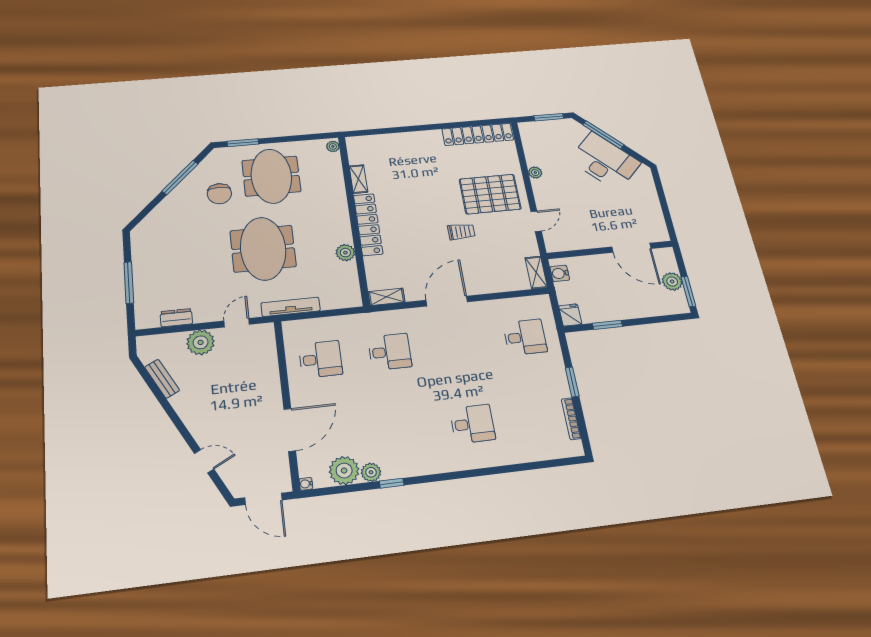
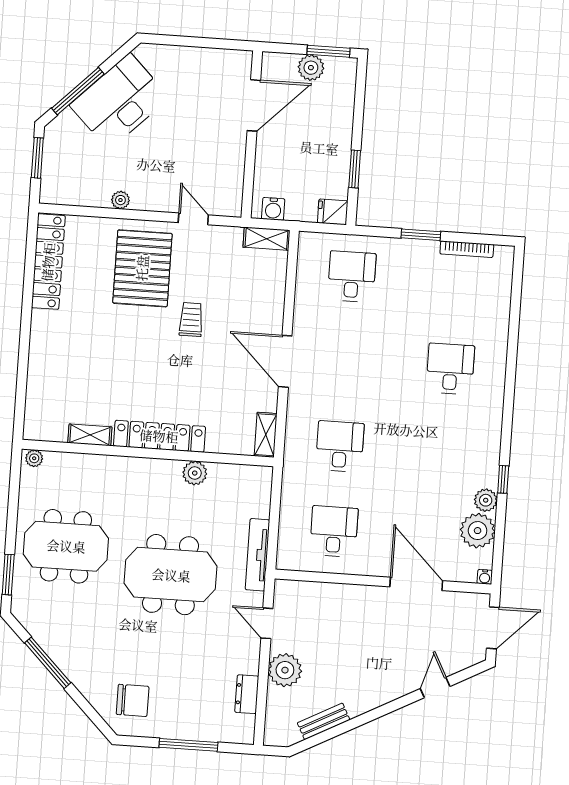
chair: (219, 194) -> (133, 700), moved

